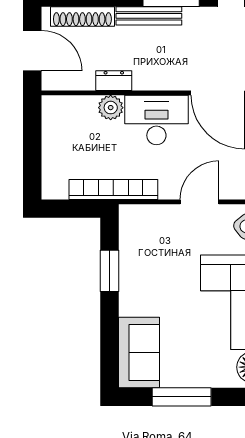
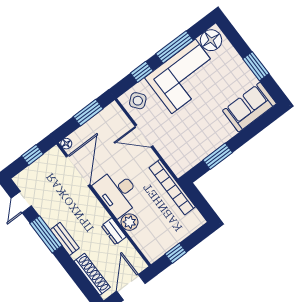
bench: (149, 16) -> (65, 239), width x0.73
window: (32, 134) -> (176, 253), added
window: (182, 397) -> (256, 66), width x0.69

